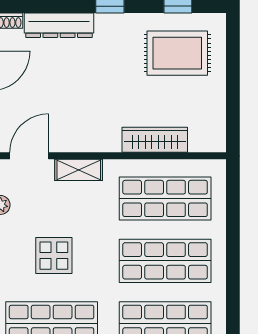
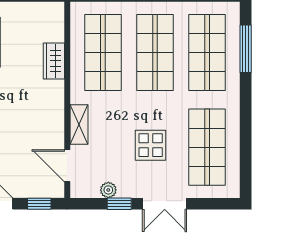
wardrobe: (155, 140) -> (54, 61), width x0.67

